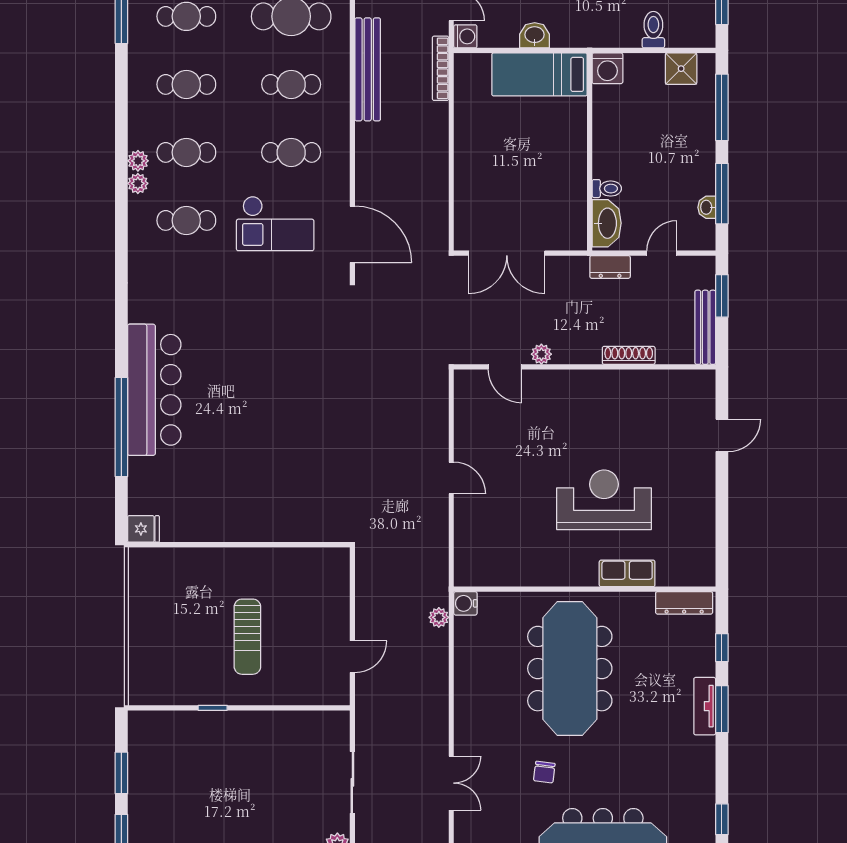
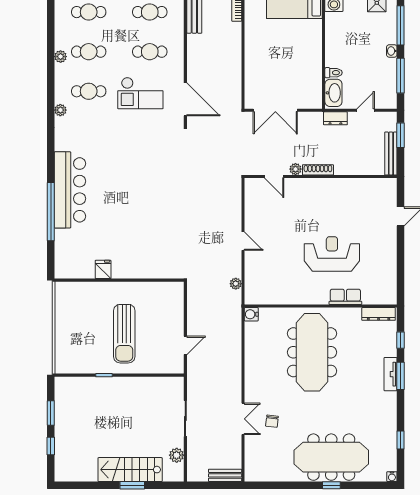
plant: (138, 183) -> (60, 110), moved
washbasin: (707, 207) -> (392, 51), moved
shoe rack: (629, 355) -> (318, 170), moved
fridge: (143, 529) -> (103, 269), moved, turned -90
plant: (439, 617) -> (236, 284), moved
sun lounger: (247, 637) -> (124, 334), width x1.36, depth x1.34
chair: (544, 772) -> (272, 421), moved

